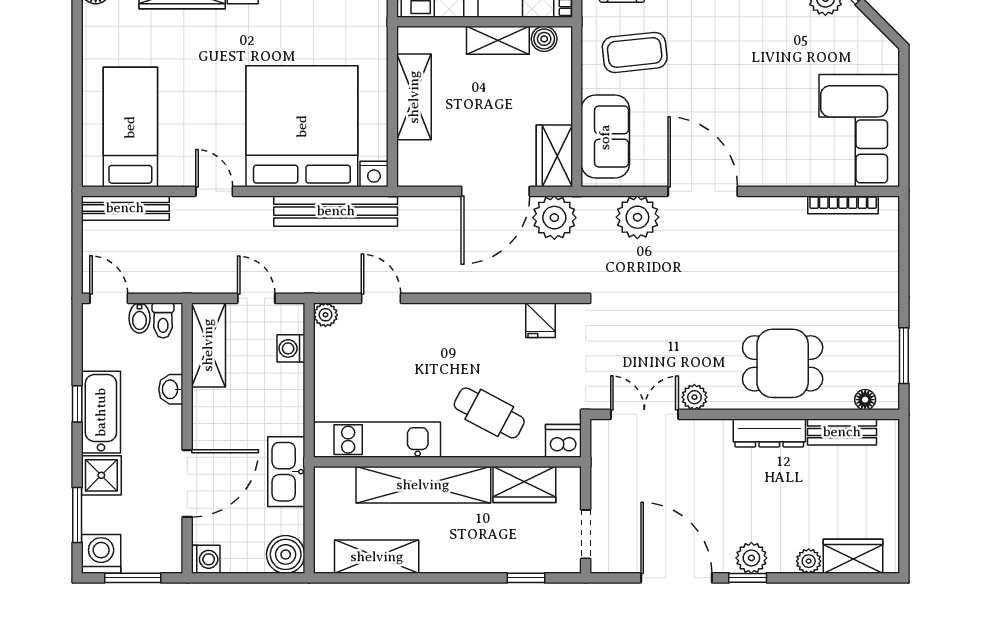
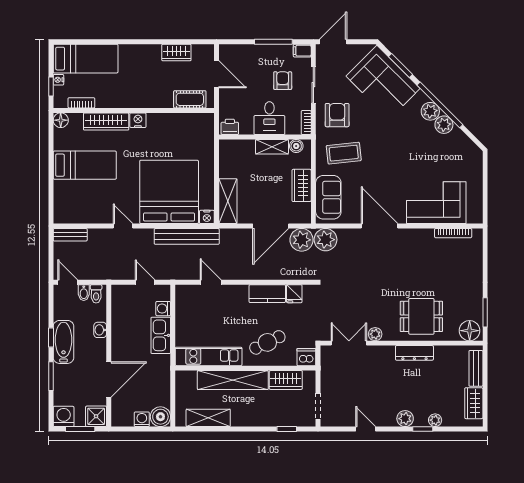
shelving: (414, 97) -> (228, 201), moved
bed: (130, 127) -> (85, 165), moved, turned 90
corner sofa: (859, 131) -> (436, 203), moved, turned 90
wardrobe: (554, 156) -> (302, 185), moved
bench: (125, 208) -> (70, 235), width x0.73
plant: (637, 217) -> (326, 240), moved
plant: (325, 315) -> (181, 291), removed
kitchen counter: (489, 320) -> (267, 294), added
shelving: (208, 345) -> (120, 307), removed
floor lamp: (865, 400) -> (470, 331), width x1.89, depth x1.89
cafe table: (489, 413) -> (267, 342), turned -54
bench: (842, 432) -> (476, 368), moved, turned 90
kitchen sink: (286, 472) -> (161, 335), moved
shower: (101, 475) -> (96, 416), moved
window: (77, 515) -> (51, 376), moved
wardrobe: (853, 556) -> (474, 403), moved, turned -90
washing machine: (206, 559) -> (142, 419), moved, turned -90
door: (676, 578) -> (366, 429), width x0.53
window: (748, 578) -> (423, 429), moved

